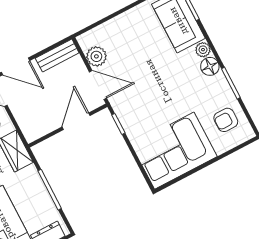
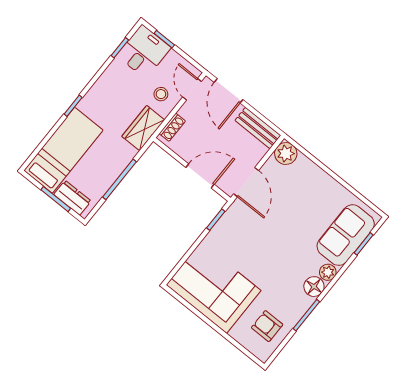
plant: (96, 56) -> (286, 154), moved
shoe rack: (25, 127) -> (172, 127), added

